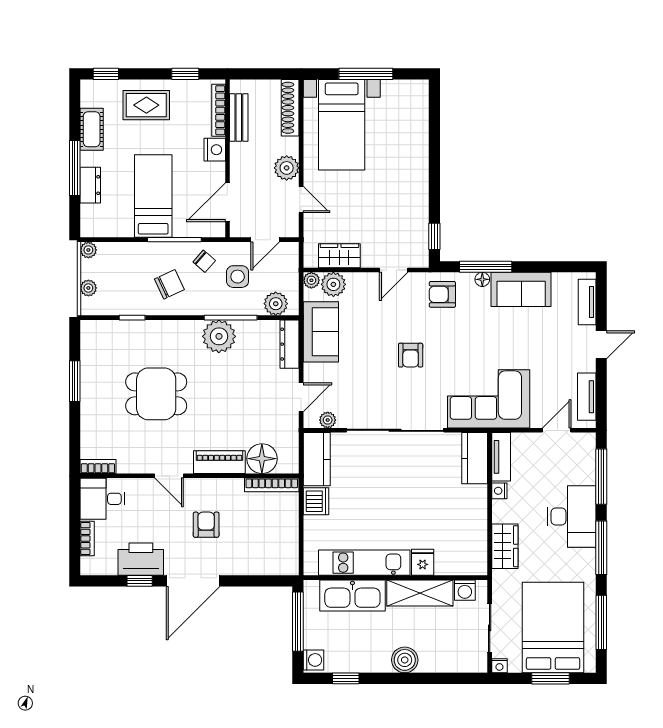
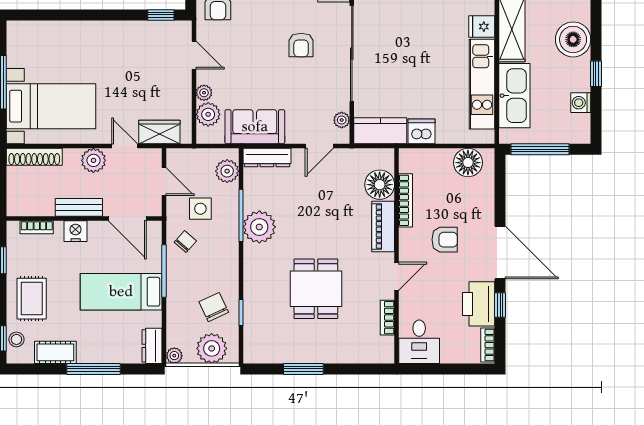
stool: (105, 90) -> (16, 339), added
bookcase: (219, 110) -> (37, 227), width x0.64
bench: (239, 117) -> (79, 207), moved
dresser: (90, 185) -> (152, 346), moved, turned -90
door: (301, 200) -> (125, 146), hinge flipped
wardrobe: (339, 256) -> (159, 132), moved, turned 90
plant: (311, 280) -> (204, 93), moved
chair: (169, 284) -> (214, 307), moved
plant: (88, 288) -> (212, 348), width x1.88, depth x1.88
armchair: (411, 355) -> (301, 45), moved, turned 90
door: (301, 397) -> (319, 146), swing flipped
bookcase: (98, 467) -> (387, 318), moved
bookcase: (272, 485) -> (406, 200), moved
armchair: (206, 525) -> (445, 240), turned 180
bookcase: (87, 539) -> (488, 345), moved, turned -90
floor lamp: (284, 548) -> (468, 163), added
washing machine: (313, 660) -> (581, 103), moved, turned -90
boiler: (405, 660) -> (573, 39), width x1.37, depth x1.37
window: (346, 678) -> (596, 74), moved

